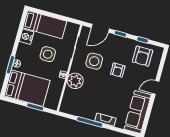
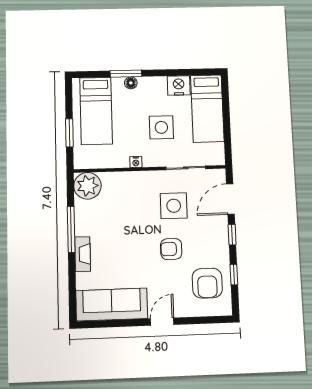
door: (100, 28) -> (230, 199), hinge flipped
armchair: (143, 56) -> (207, 283), turned -90
plant: (75, 81) -> (87, 186), moved
door: (155, 87) -> (162, 322), hinge flipped
bed: (27, 88) -> (96, 111), width x0.67

